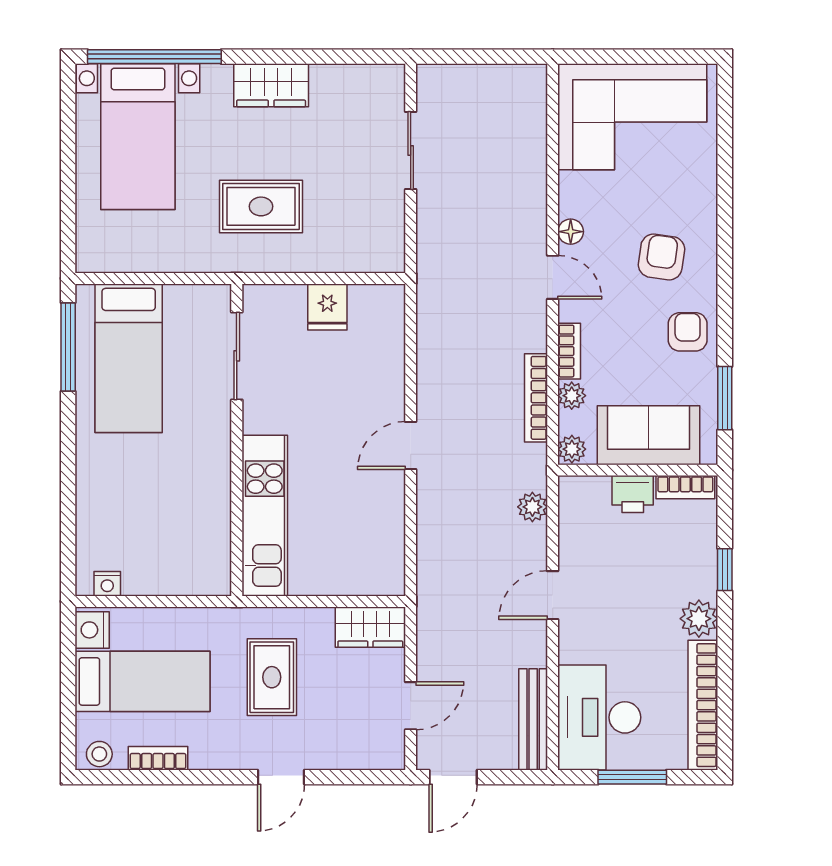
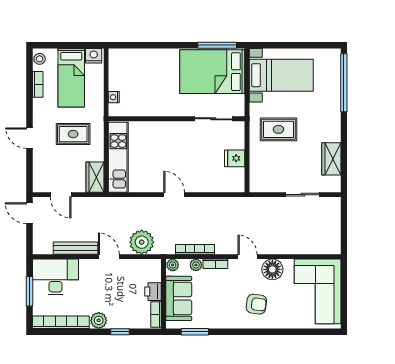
wardrobe: (271, 85) -> (331, 159), moved
bed with nightstands: (138, 137) -> (281, 75), moved, turned 180
rug: (261, 206) -> (278, 129), turned 90
floor lamp: (571, 232) -> (272, 269), width x1.89, depth x1.89
door: (553, 277) -> (248, 257), swing flipped
armchair: (688, 332) -> (224, 316), removed
bed: (129, 358) -> (212, 72), width x1.50
plant: (532, 507) -> (142, 242), width x1.88, depth x1.88
kitchen unit: (265, 516) -> (118, 157), moved, turned -90
nightstand: (107, 584) -> (114, 97), moved
bench: (533, 719) -> (76, 248), moved

